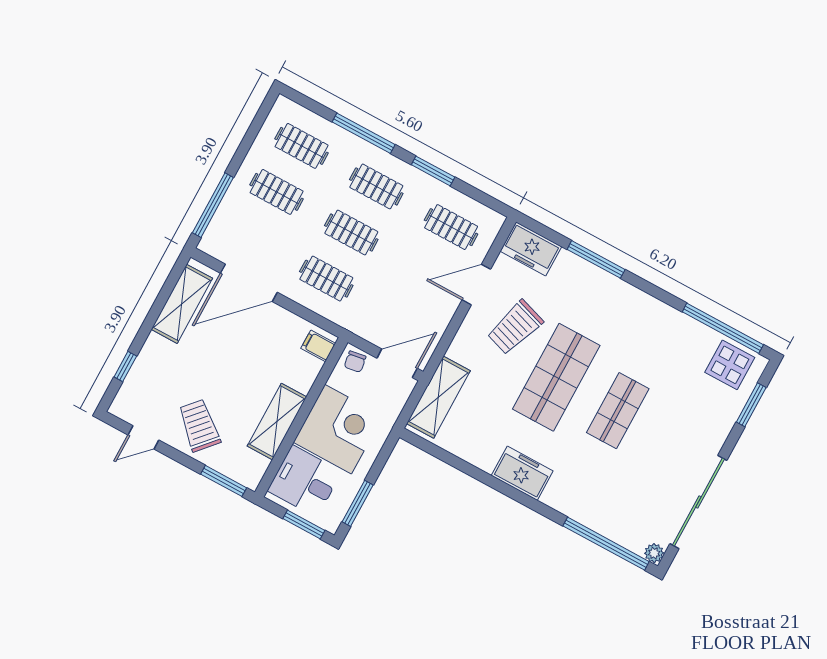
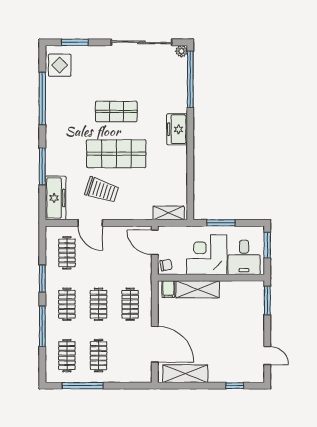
window: (213, 205) -> (83, 386), moved
freezer: (531, 249) -> (55, 198), width x1.40
window: (723, 328) -> (42, 99), moved
shelving: (438, 397) -> (169, 213), width x0.67, depth x0.75
shelving: (277, 421) -> (198, 289), moved
trolley: (199, 425) -> (245, 329), removed
freezer: (522, 473) -> (177, 129), moved
window: (358, 503) -> (221, 223), moved

